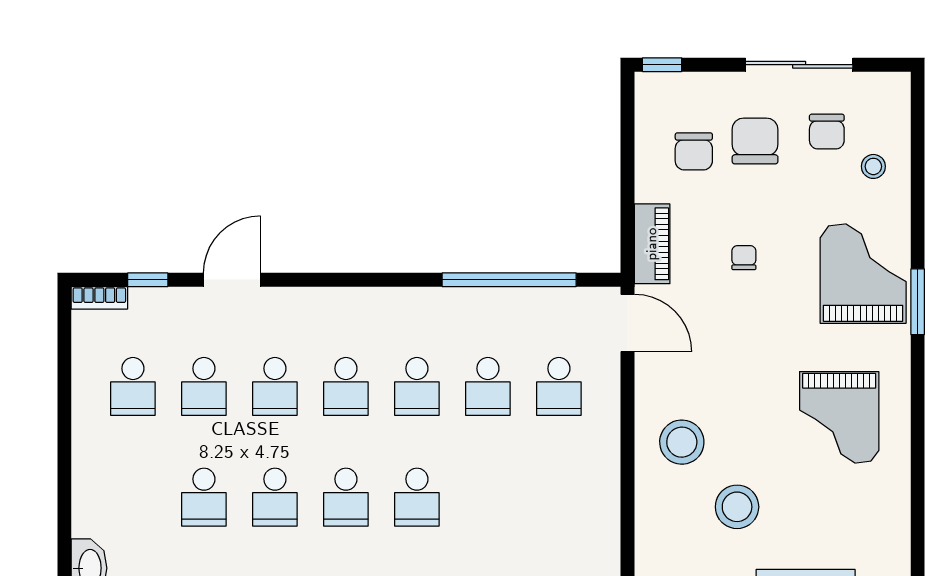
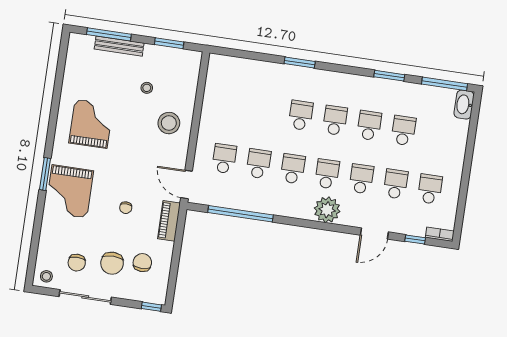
chair: (827, 132) -> (77, 263), turned 180
stool: (873, 166) -> (46, 276), moved
plant: (335, 314) -> (327, 210), added
stool: (737, 507) -> (147, 88), width x0.53, depth x0.53

